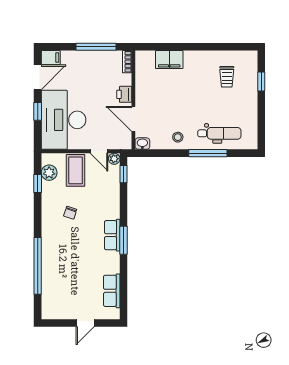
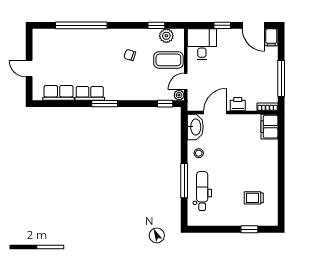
filing cabinet: (169, 60) -> (269, 127), moved
desk: (63, 120) -> (202, 44), width x0.53, depth x0.77
dental chair: (219, 133) -> (202, 191), turned 180
washbasin: (142, 144) -> (195, 127), width x1.91, depth x1.45
row of seats: (112, 235) -> (90, 93), moved

